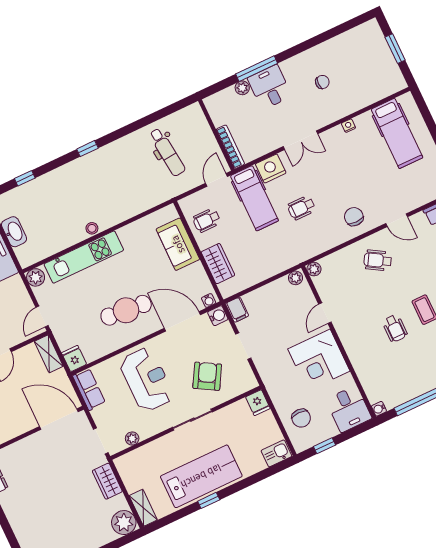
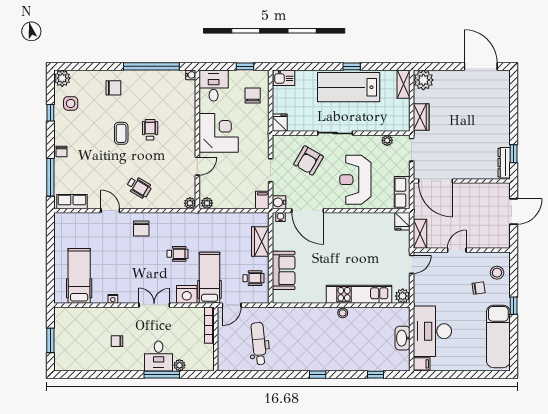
cafe table: (126, 310) -> (346, 239), removed

